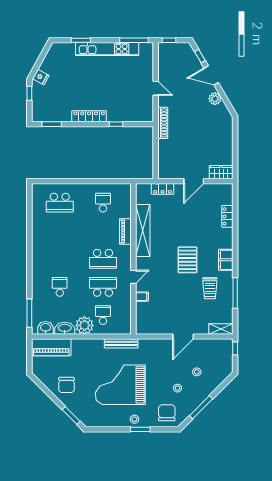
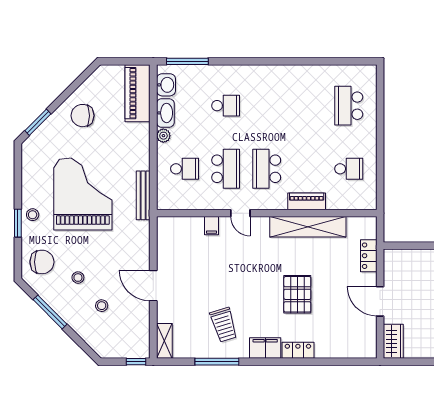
locker: (227, 216) -> (298, 350), moved
pallet: (187, 260) -> (297, 294), moved, turned 90
trolley: (210, 288) -> (224, 325), turned -107
plant: (84, 325) -> (163, 136), width x0.53, depth x0.53

